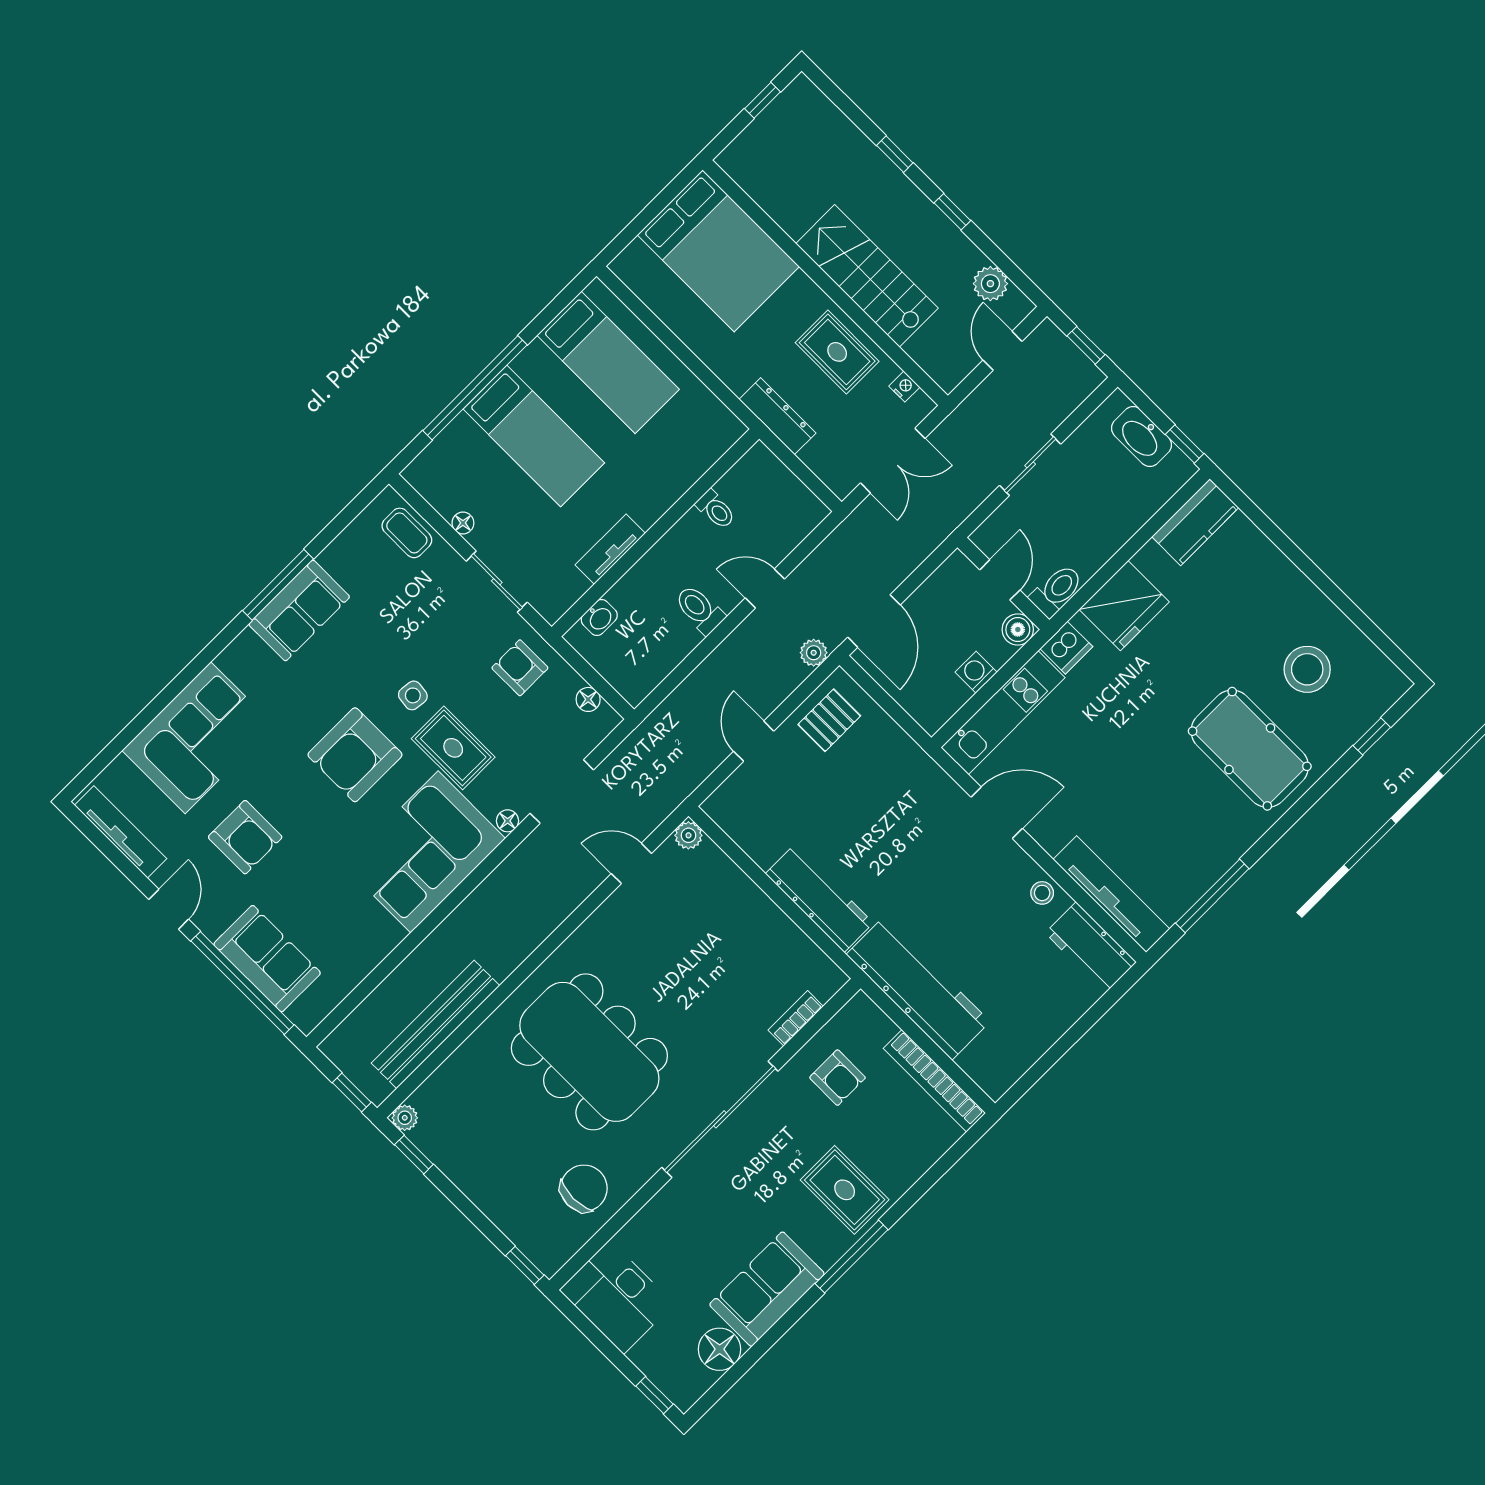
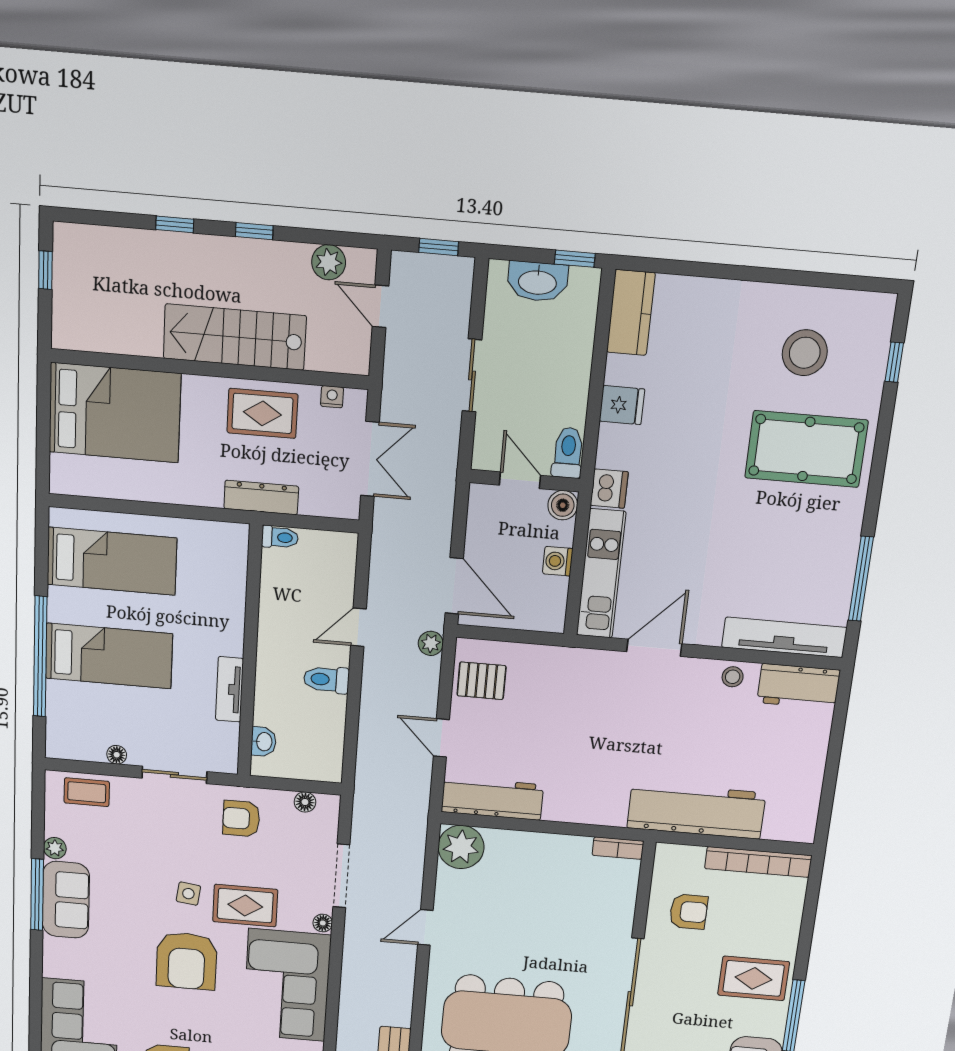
toilet: (716, 509) -> (280, 537), moved
plant: (333, 557) -> (55, 848), added
fridge: (1124, 606) -> (622, 405), width x0.53, depth x0.75
pallet: (829, 720) -> (482, 681), turned 90
plant: (688, 835) -> (461, 847), width x1.88, depth x1.88
door: (631, 863) -> (425, 927), moved
workbench: (819, 898) -> (492, 798), moved
bookcase: (796, 1018) -> (618, 848), moved, turned -90

